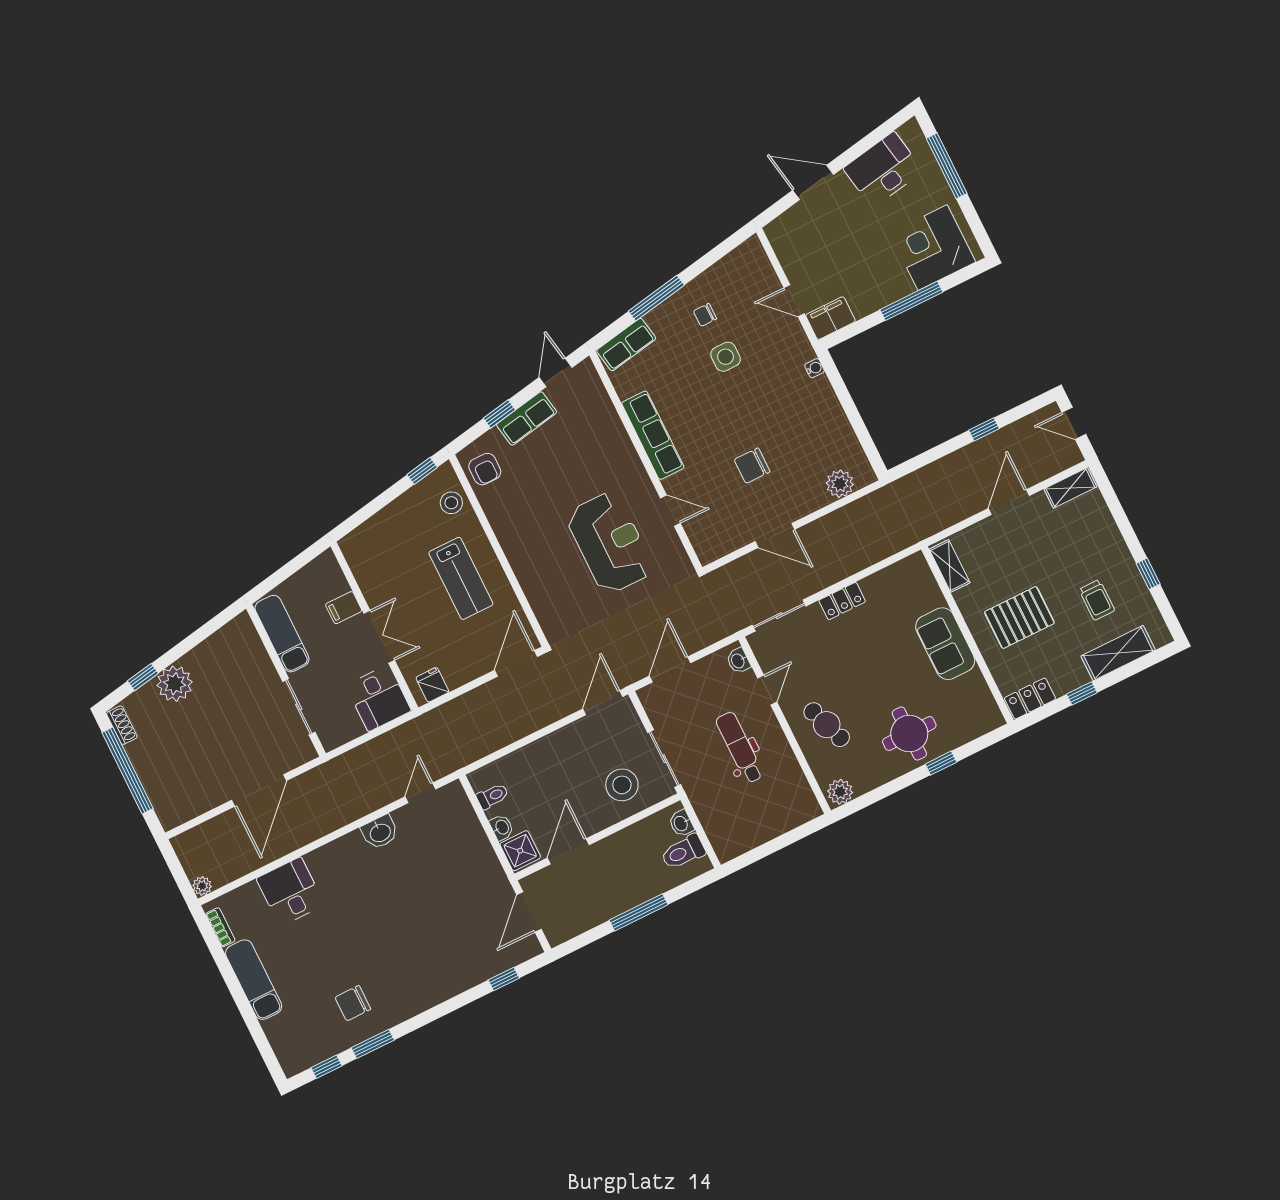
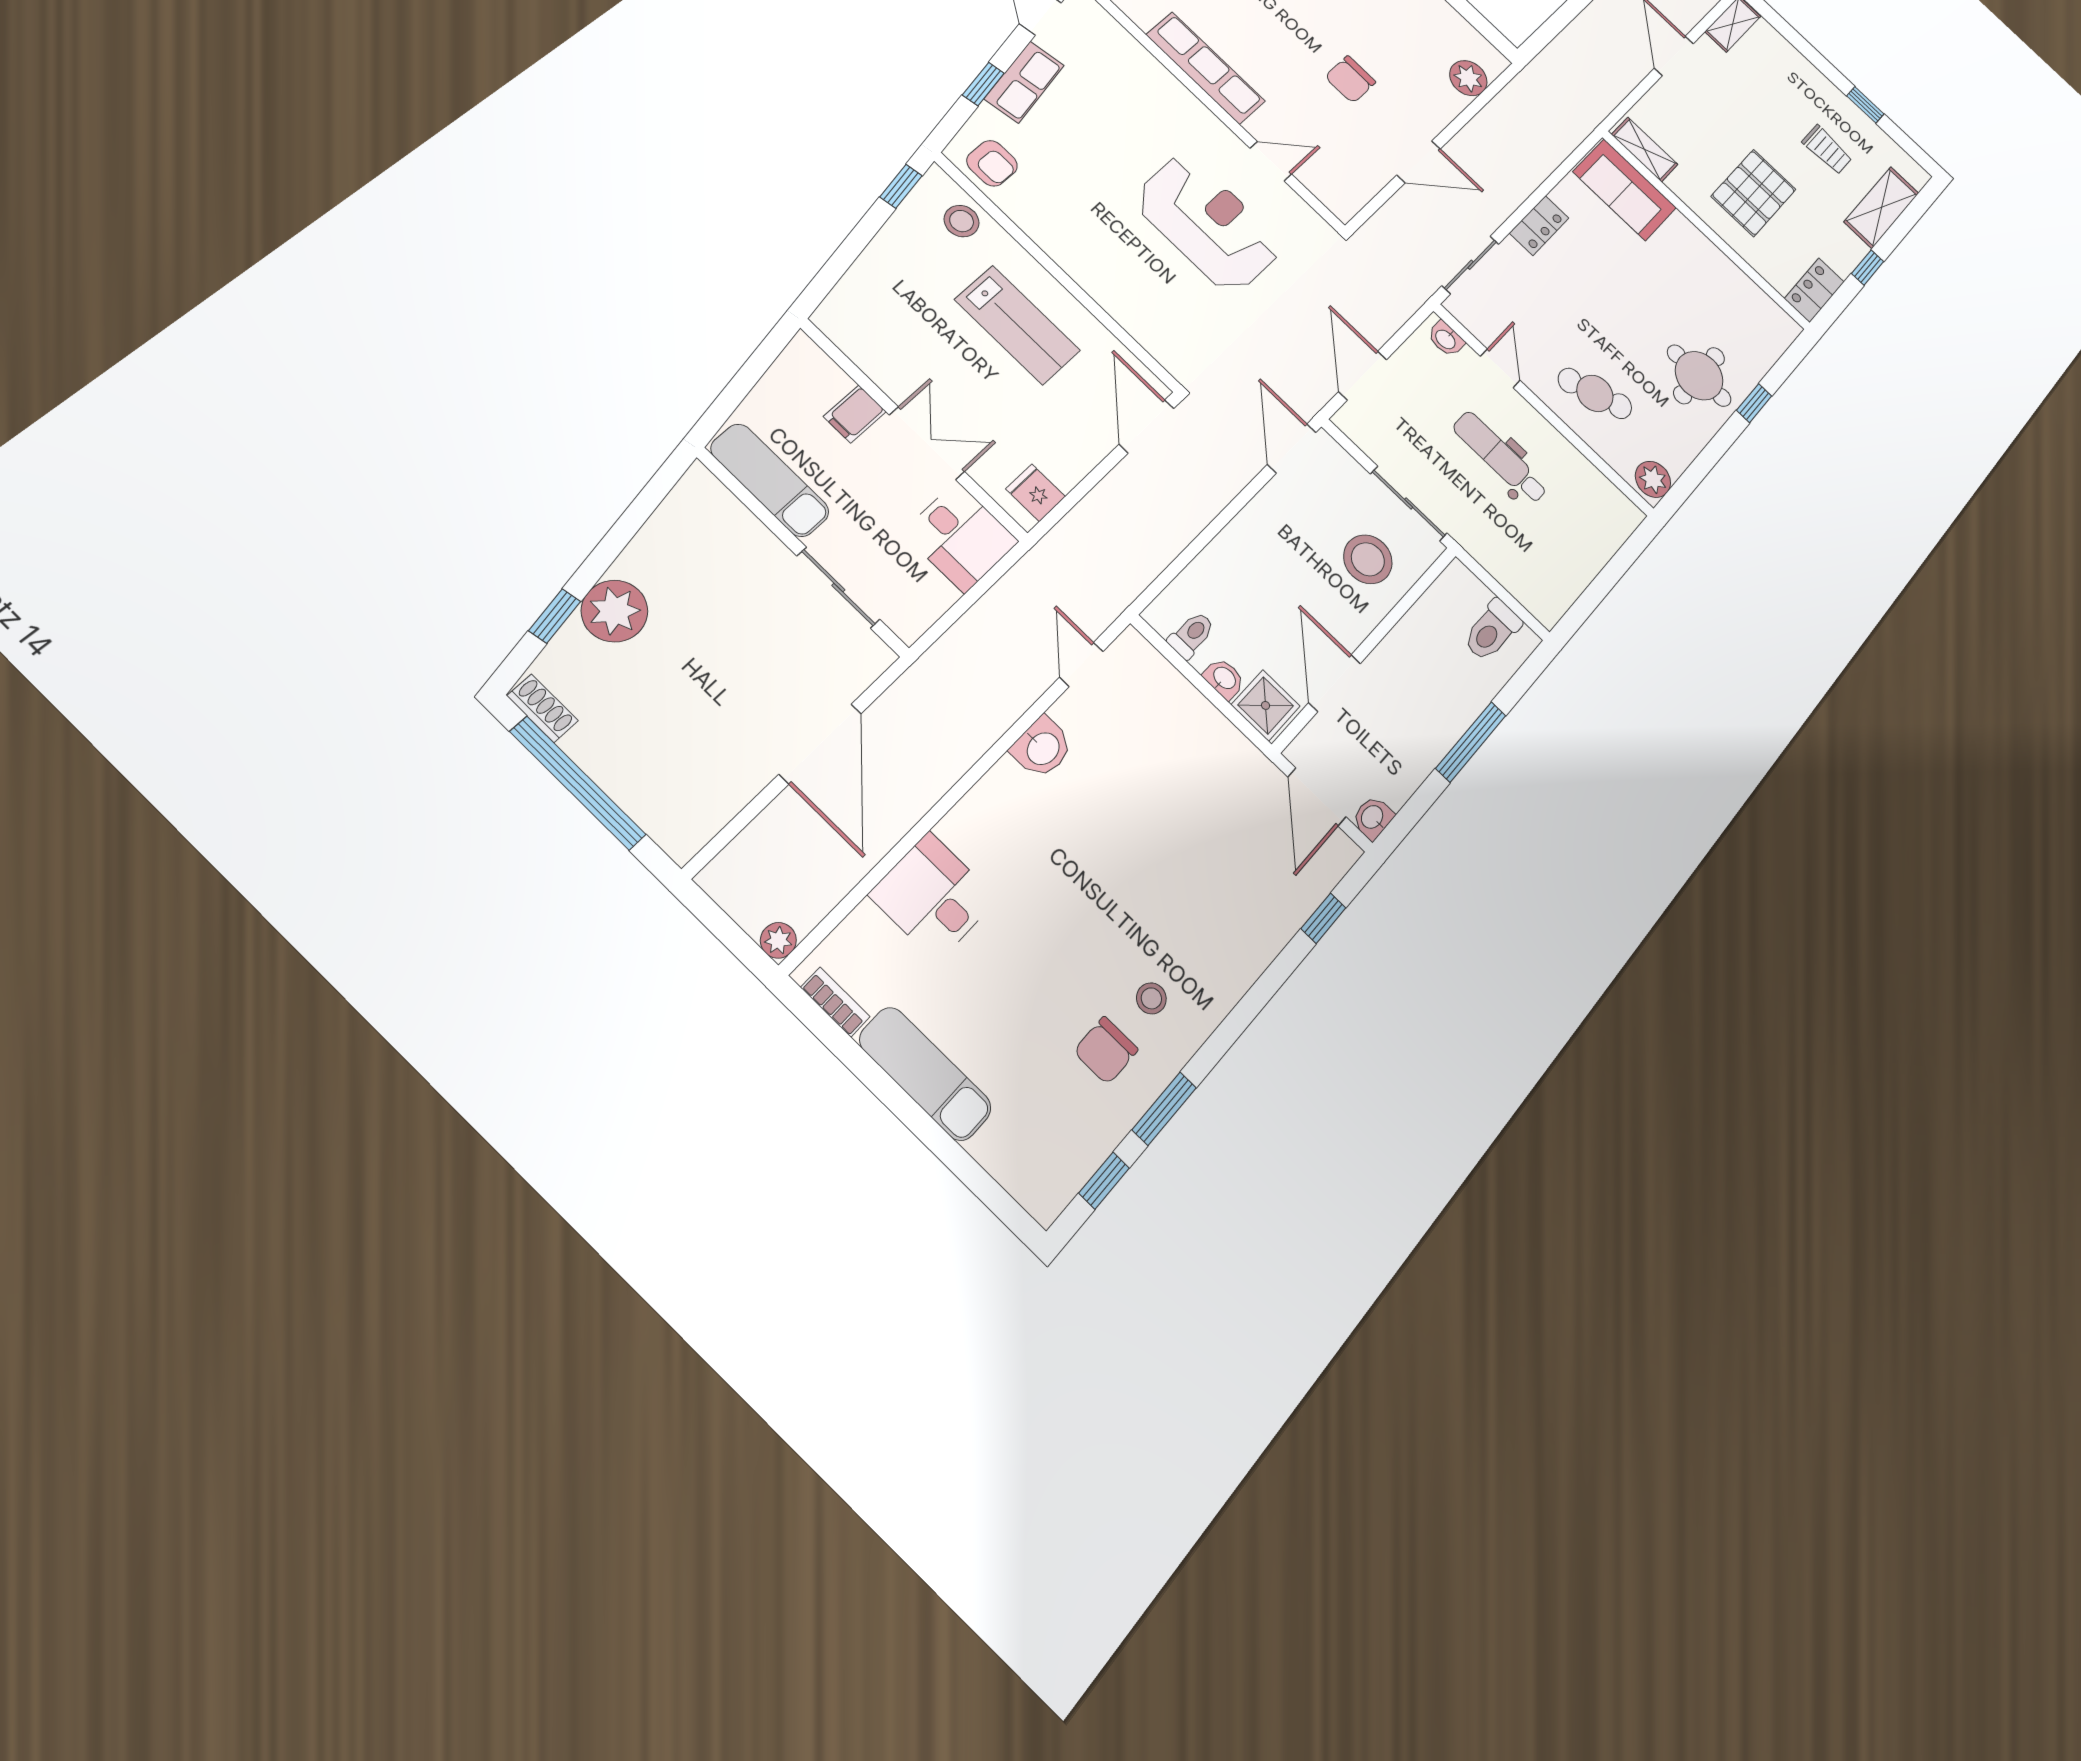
sofa: (945, 644) -> (1625, 190), moved
washbasin: (681, 823) -> (1373, 818), moved, turned 90
stool: (388, 986) -> (1151, 998), added

